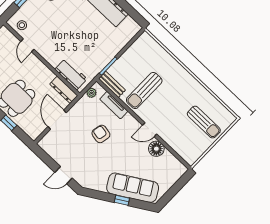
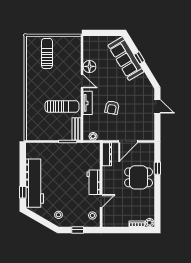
workbench: (71, 74) -> (94, 182), moved
tv unit: (114, 105) -> (88, 103), moved

